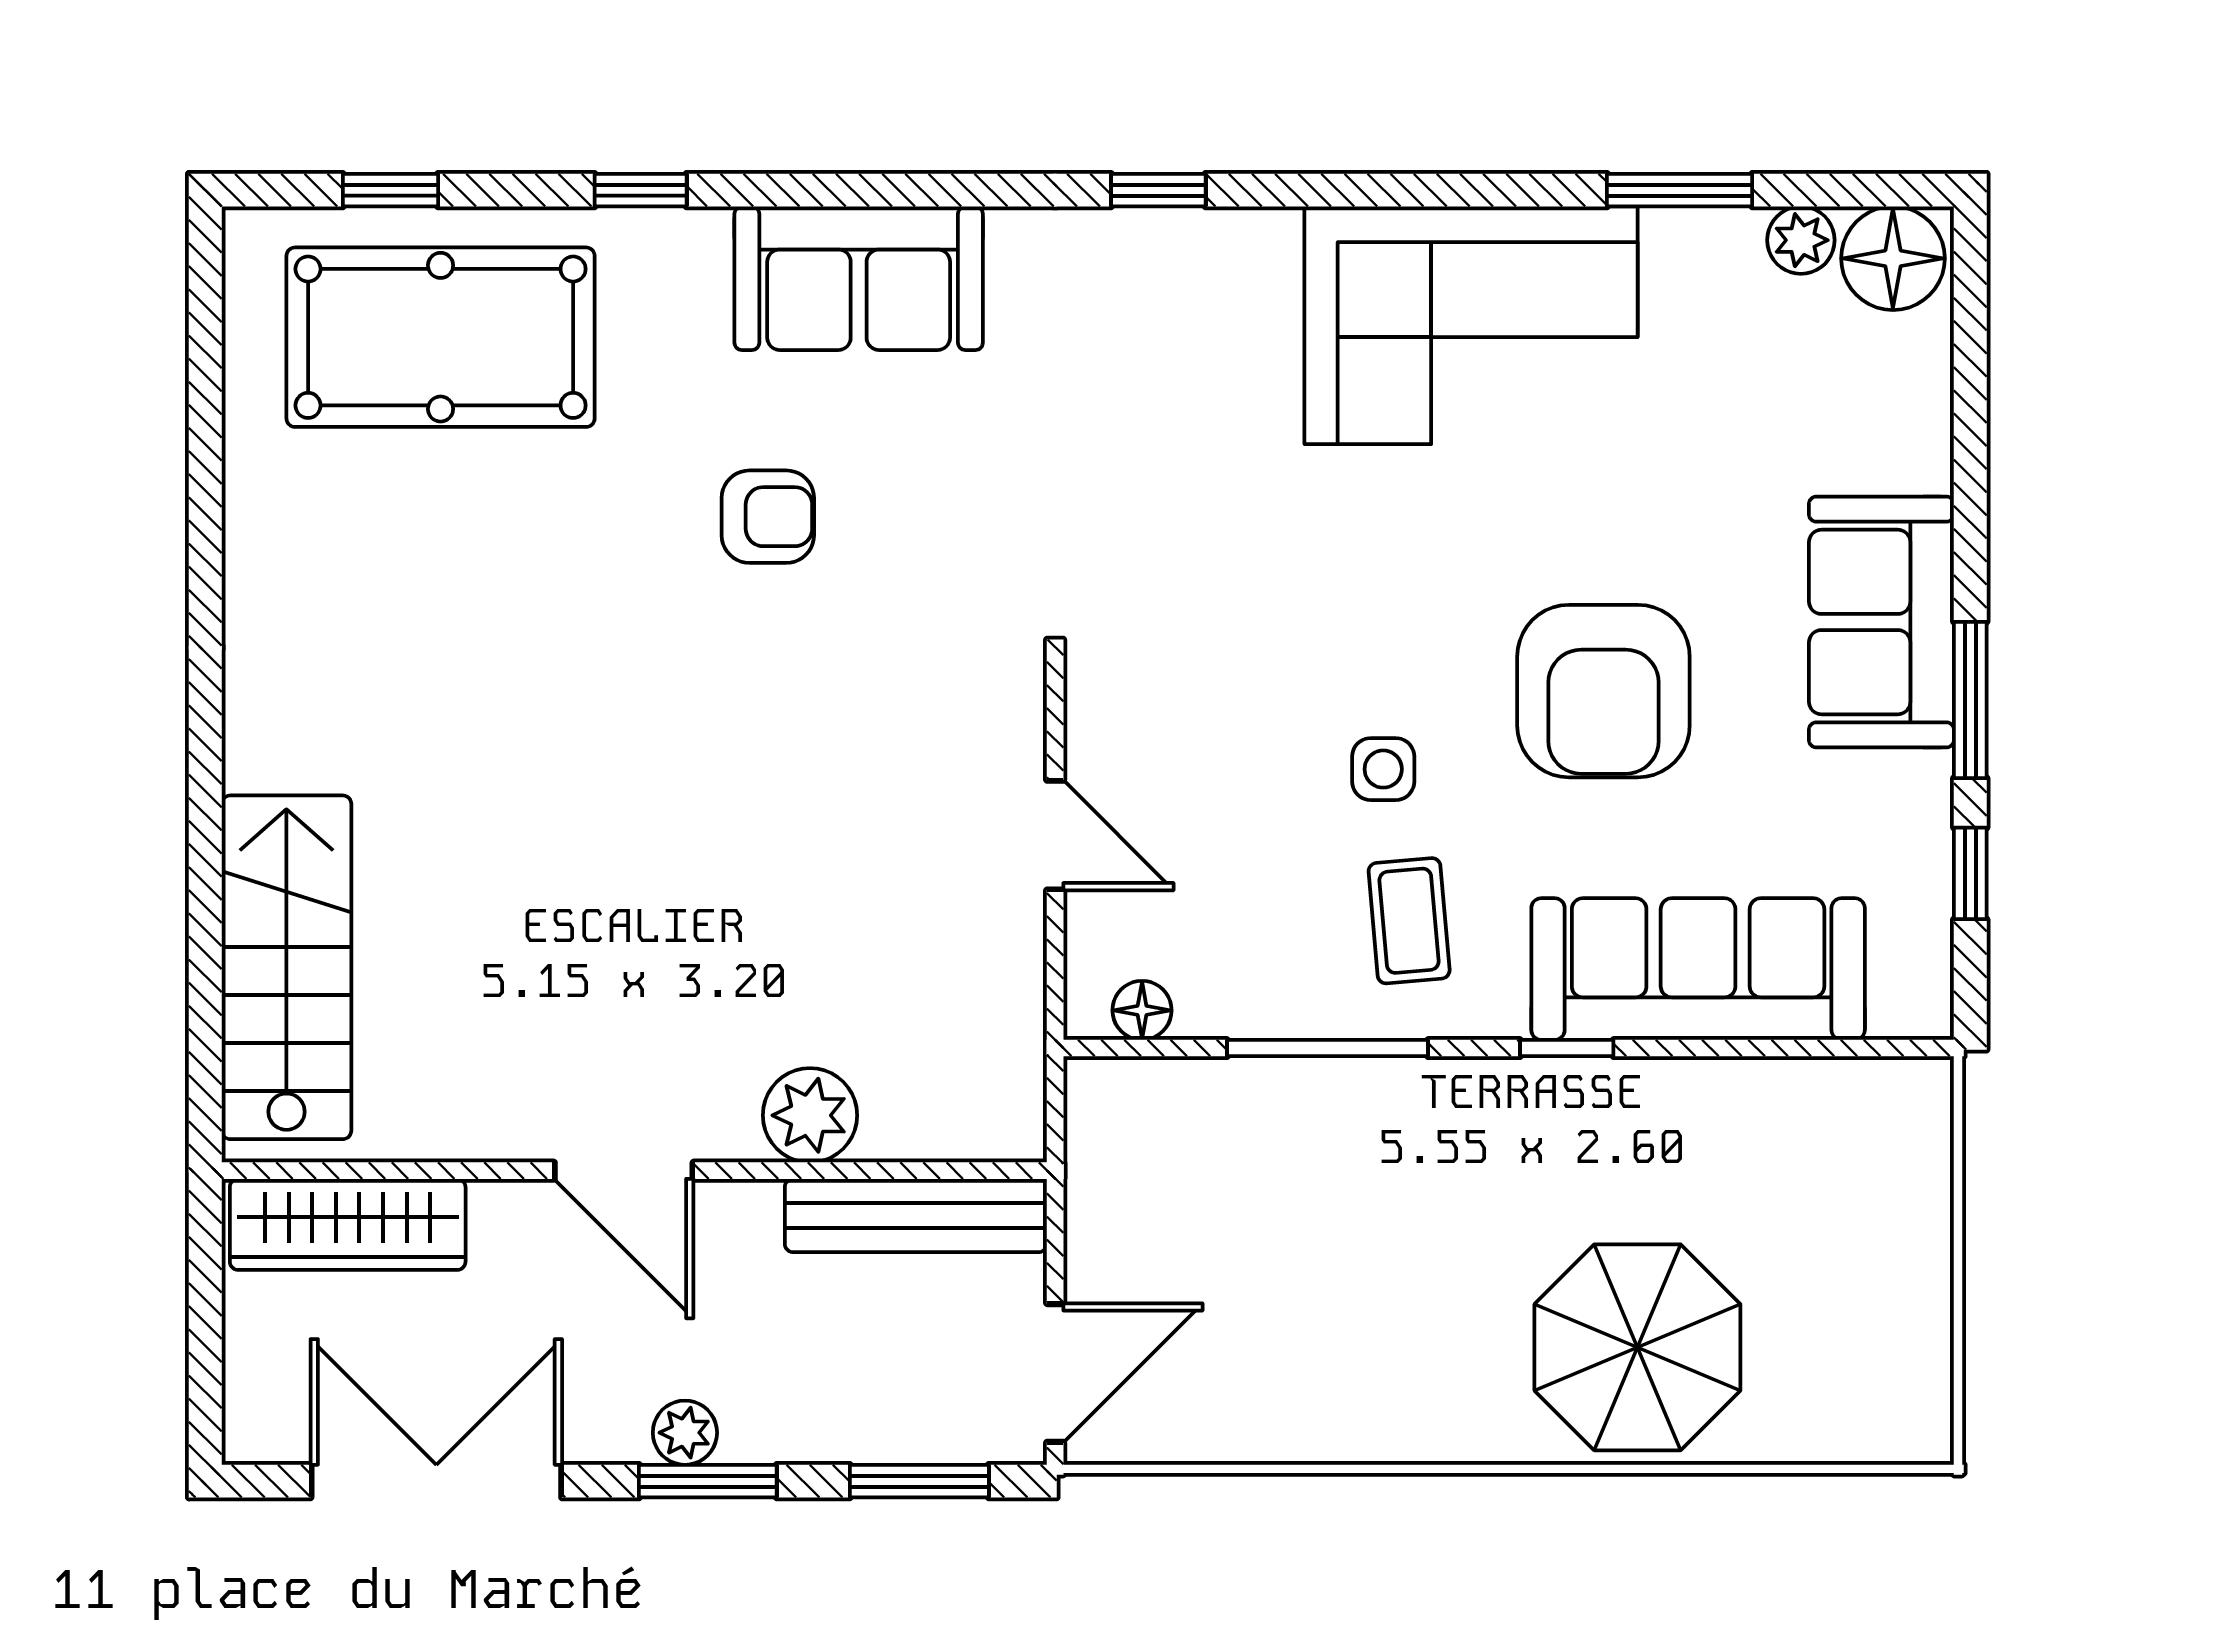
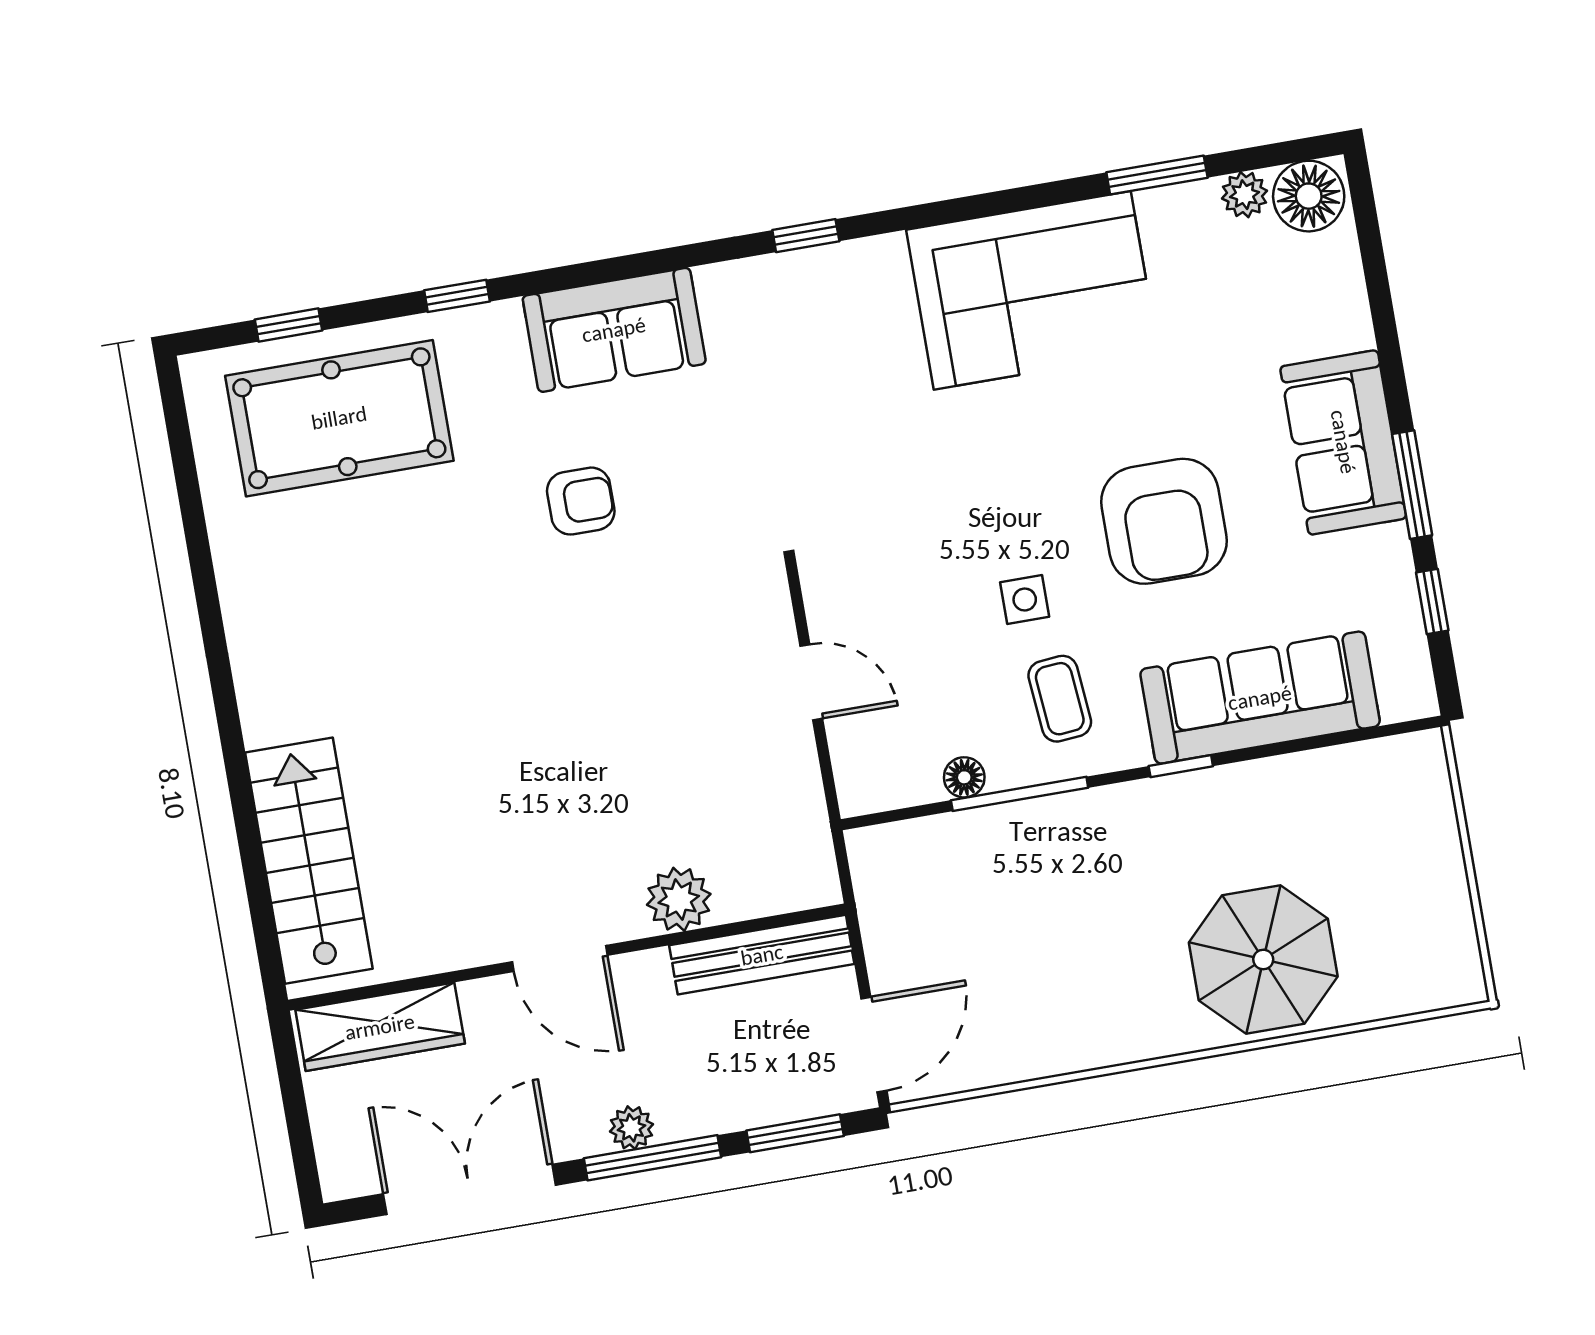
floor lamp: (1142, 1010) -> (964, 777), moved
window: (708, 1481) -> (653, 1158), width x1.44

